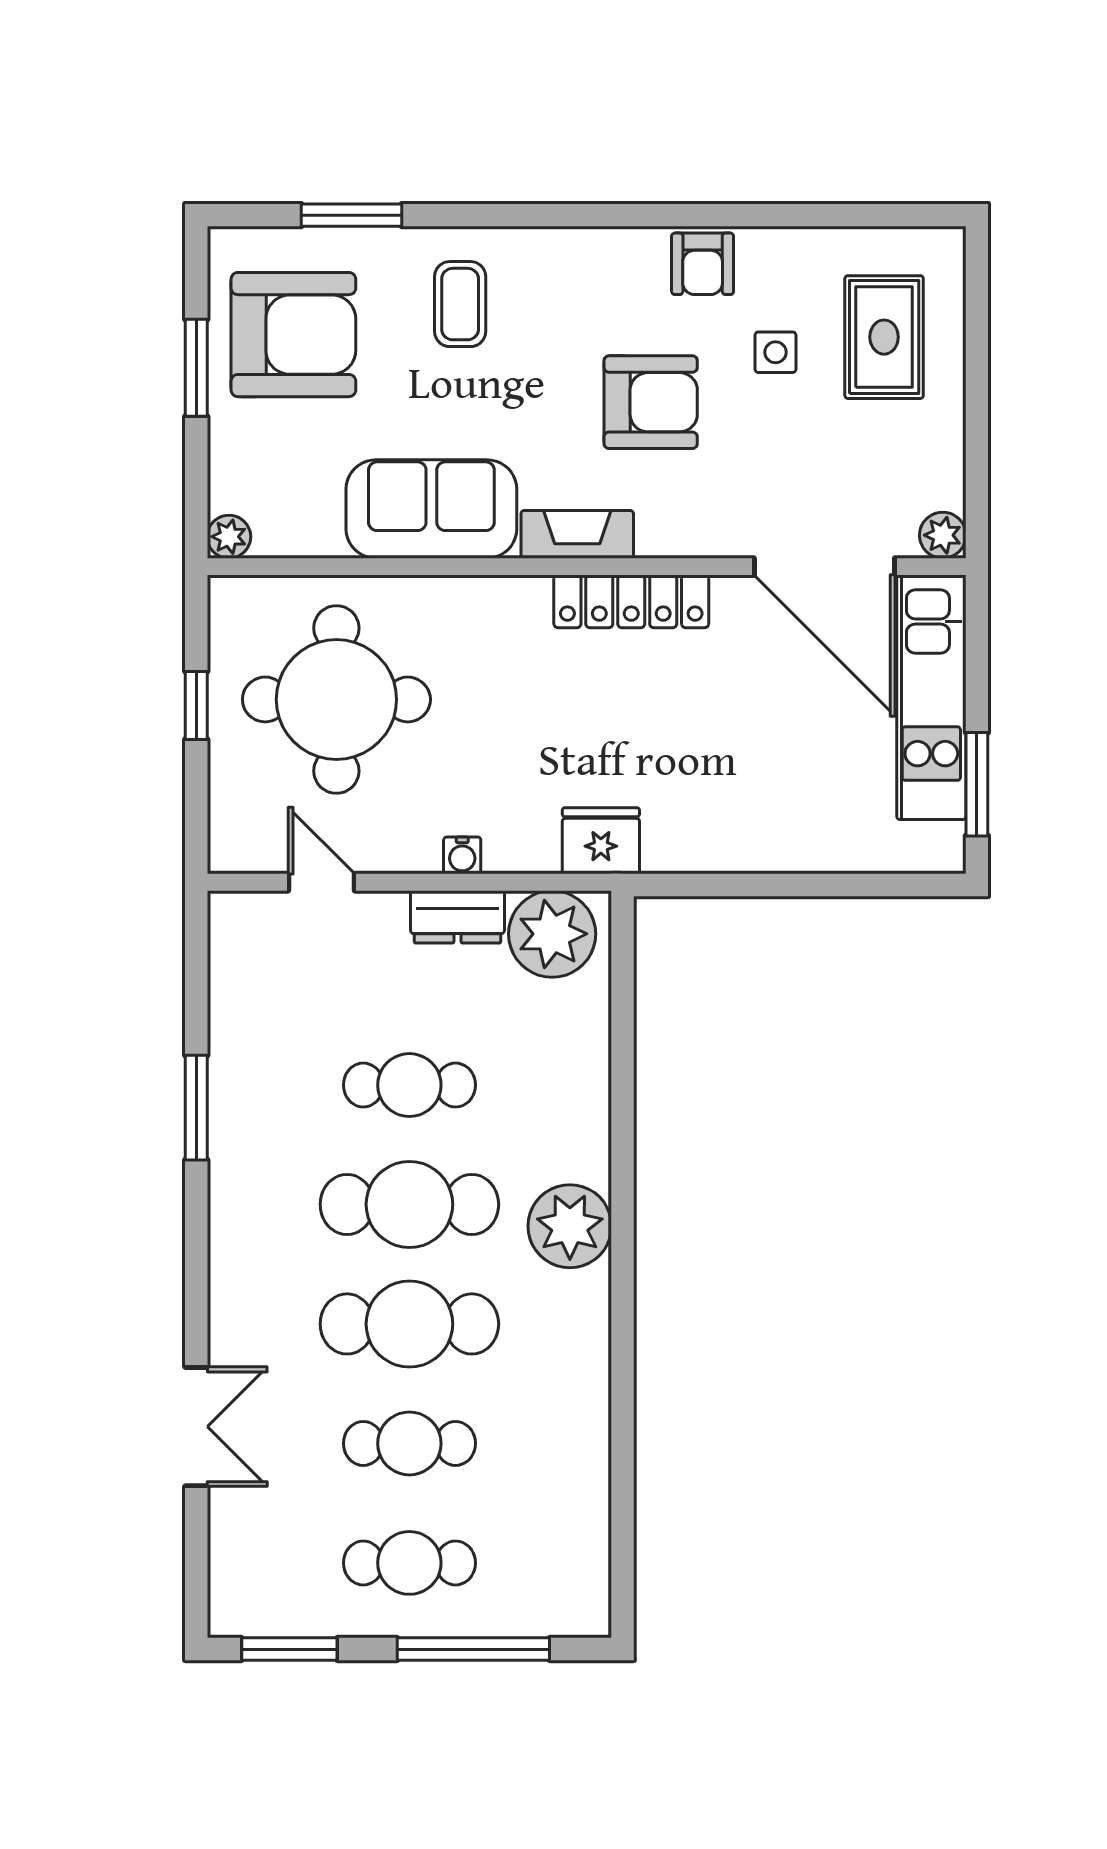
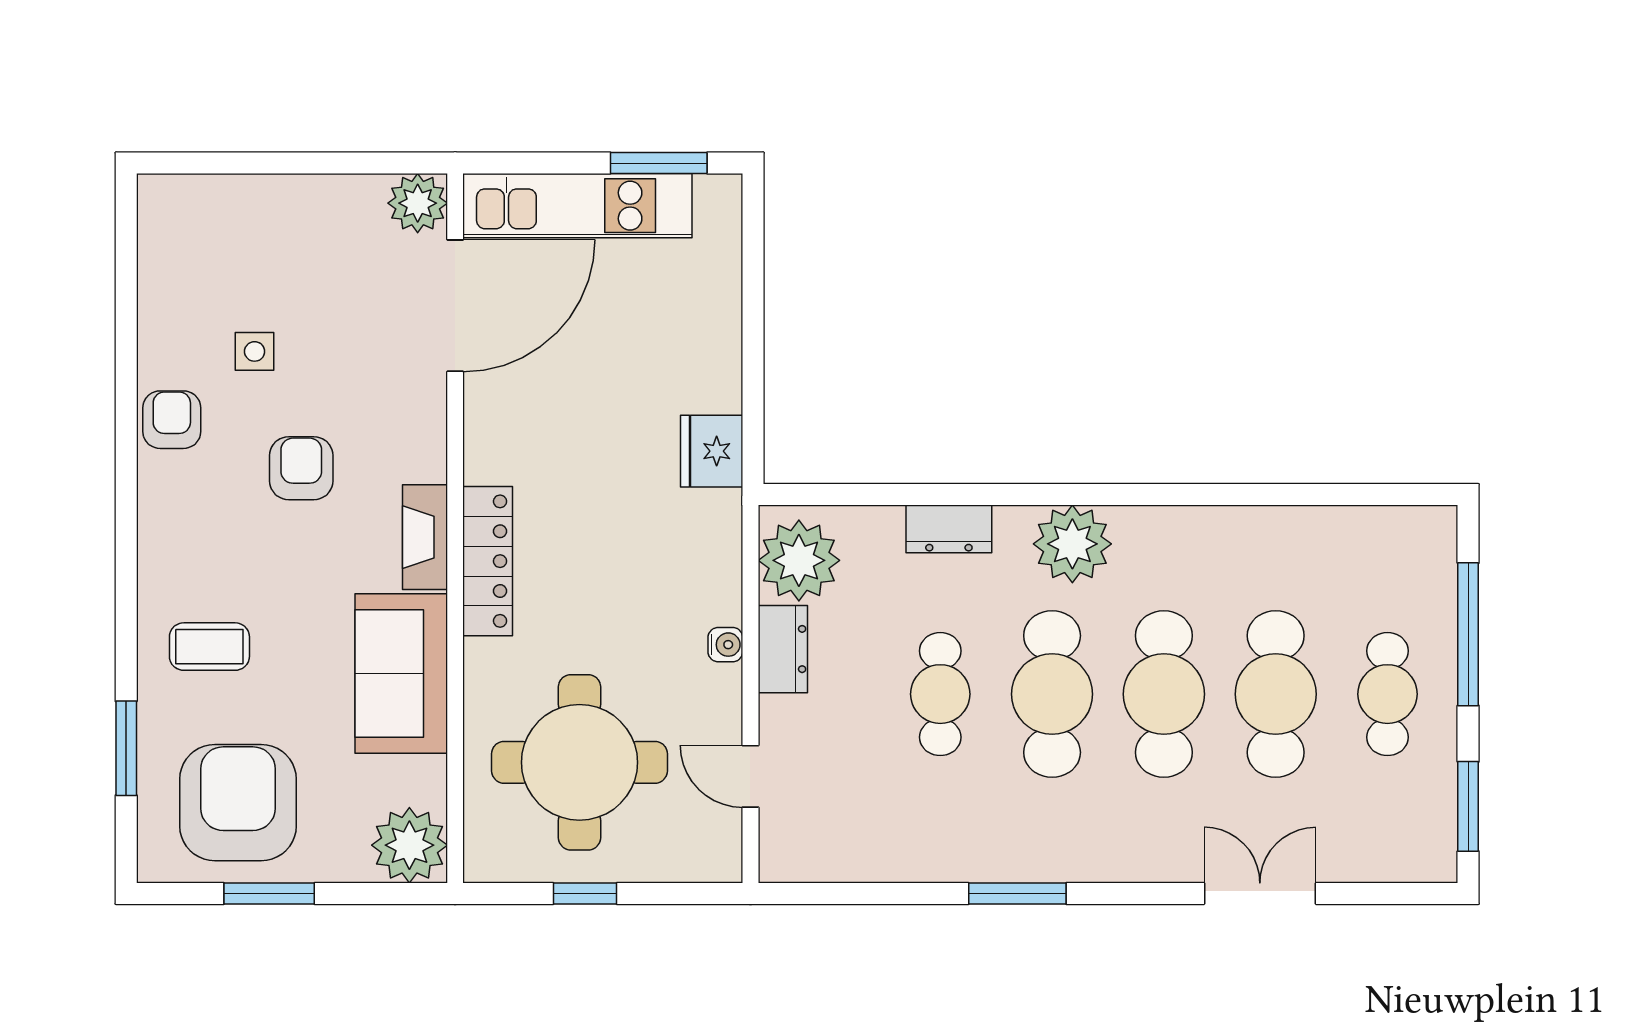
armchair: (703, 264) -> (172, 420), turned -90
rug: (884, 337) -> (240, 250), removed
armchair: (651, 402) -> (301, 468), width x0.72, depth x0.72
plant: (943, 535) -> (418, 203), width x1.38, depth x1.38
plant: (229, 537) -> (409, 845), width x1.87, depth x1.87
locker: (631, 601) -> (488, 561), moved
fridge: (601, 841) -> (712, 451), moved
door: (321, 882) -> (750, 776), hinge flipped
dresser: (586, 1094) -> (949, 529), added
window: (196, 1108) -> (1017, 893), moved
cafe table: (409, 1443) -> (1276, 694), width x1.37, depth x1.35

